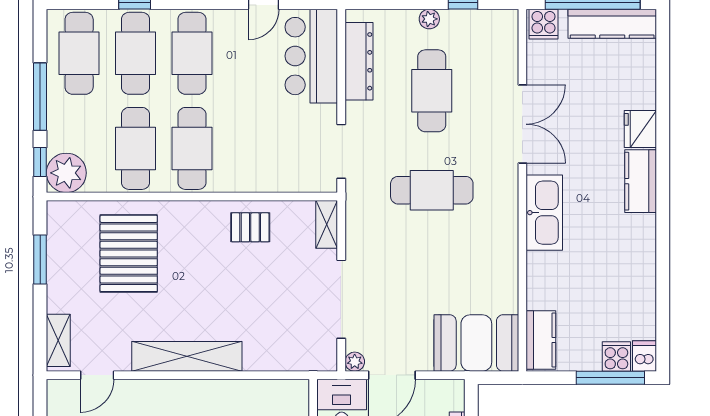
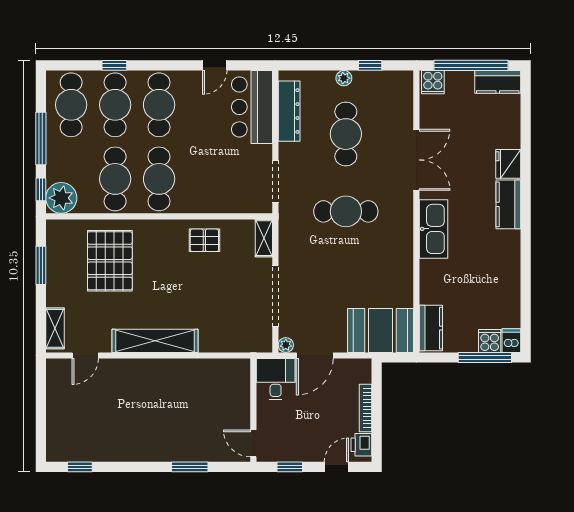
kitchen counter: (612, 24) -> (498, 82), width x0.67

